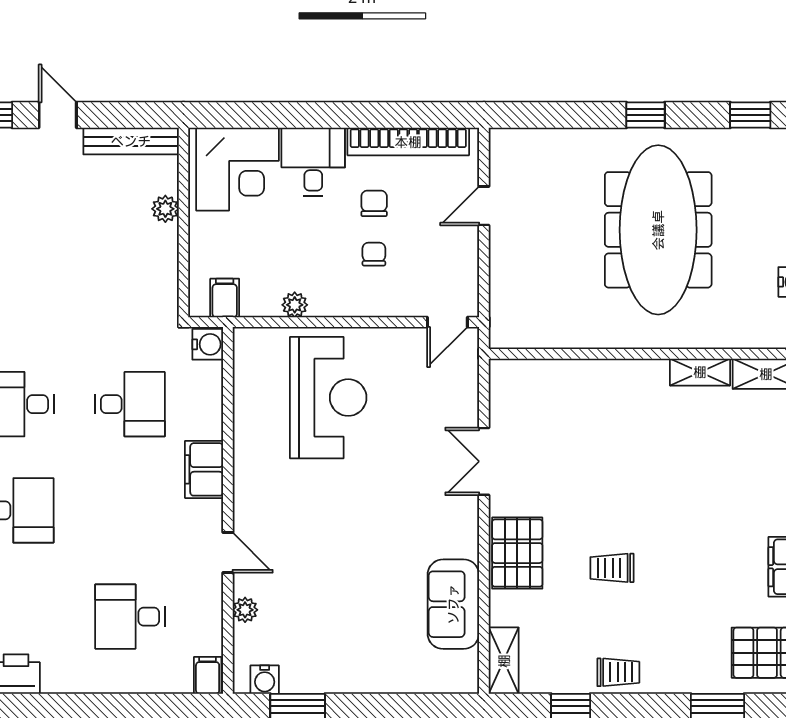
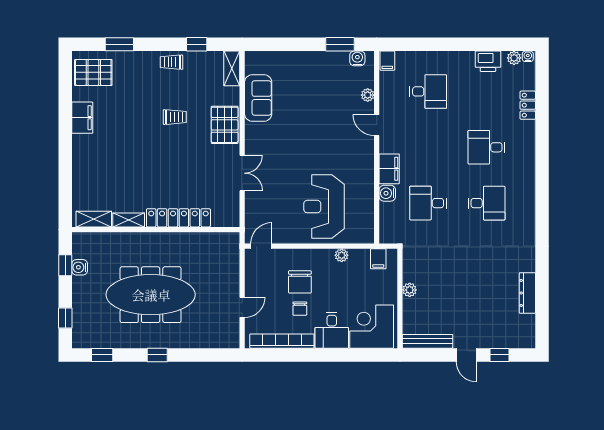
plant: (165, 209) -> (410, 290), moved
meeting table: (658, 230) -> (151, 295), turned 90
chair: (374, 254) -> (300, 282), width x1.87, depth x1.87
water cooler: (208, 344) -> (387, 193), moved
locker: (605, 376) -> (178, 218), added

